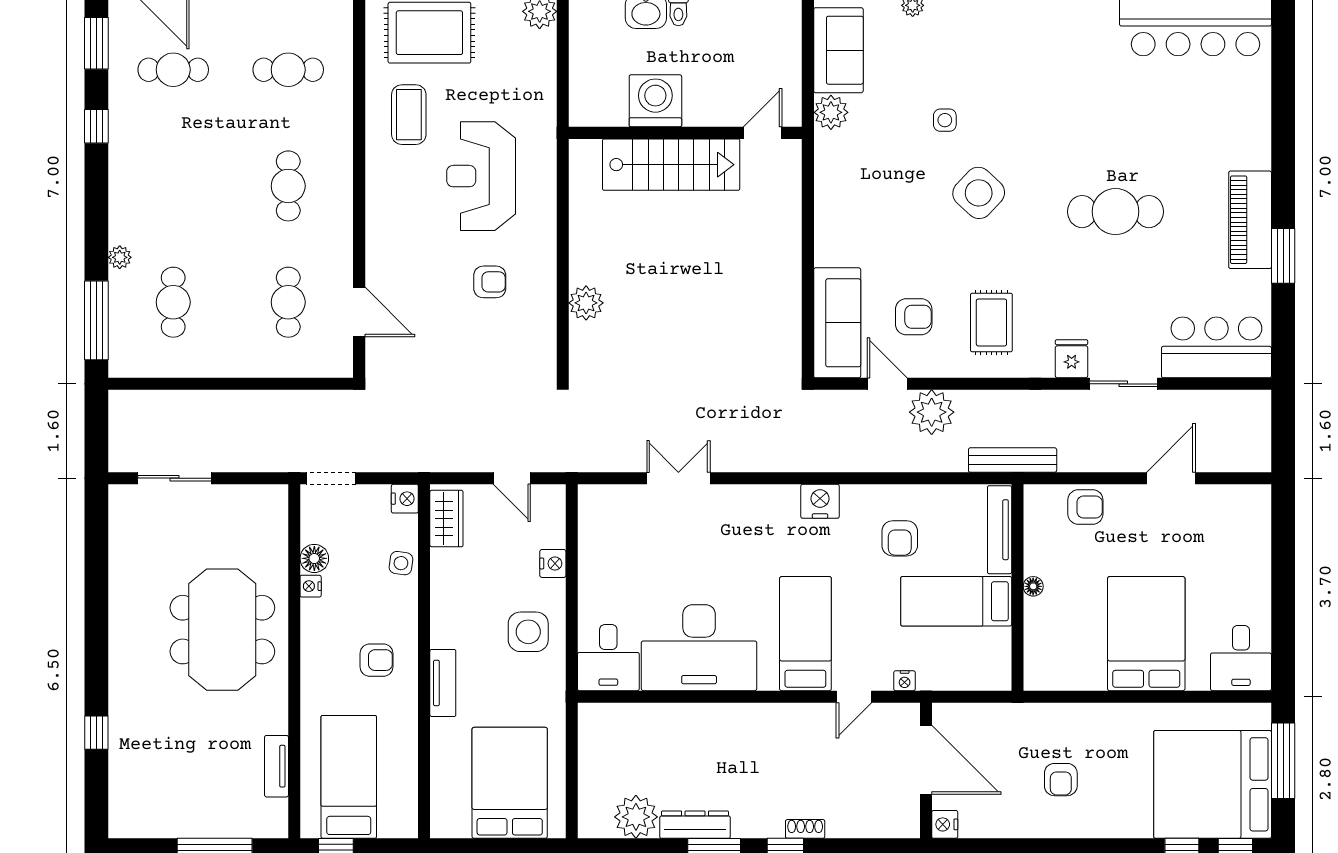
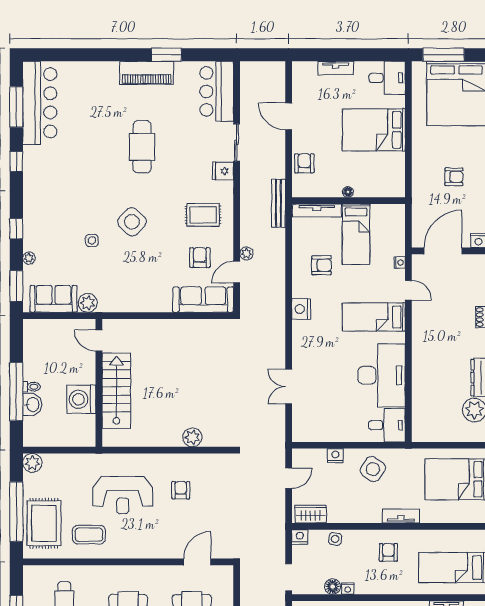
plant: (932, 412) -> (247, 253), width x0.53, depth x0.53
tv unit: (1259, 564) -> (336, 68), added
side table: (528, 632) -> (373, 469), turned 35

